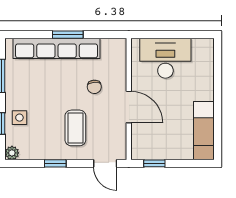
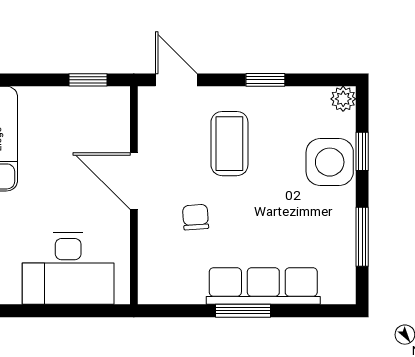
row of seats: (57, 48) -> (263, 286), width x0.73
side table: (19, 118) -> (330, 162), width x1.87, depth x1.87

